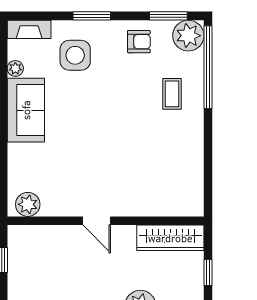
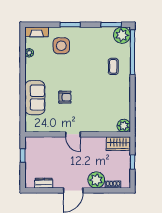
armchair: (139, 42) -> (65, 97), moved
sofa: (26, 110) -> (35, 98), moved
plant: (28, 204) -> (124, 126), moved
wardrobe: (170, 238) -> (118, 144), width x0.67

